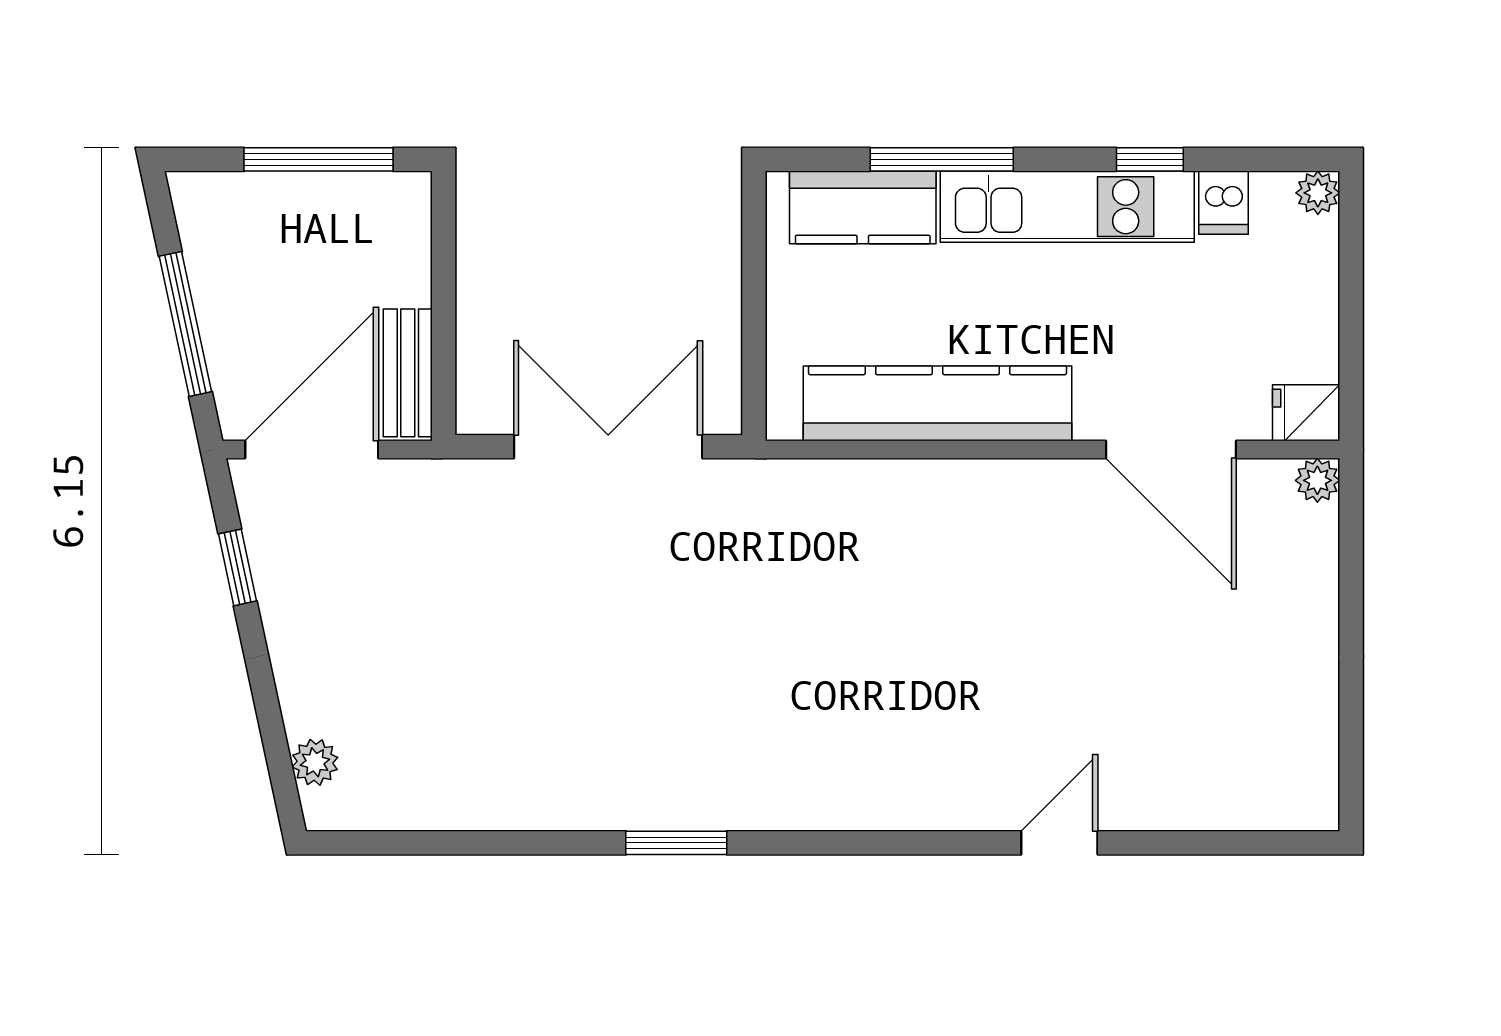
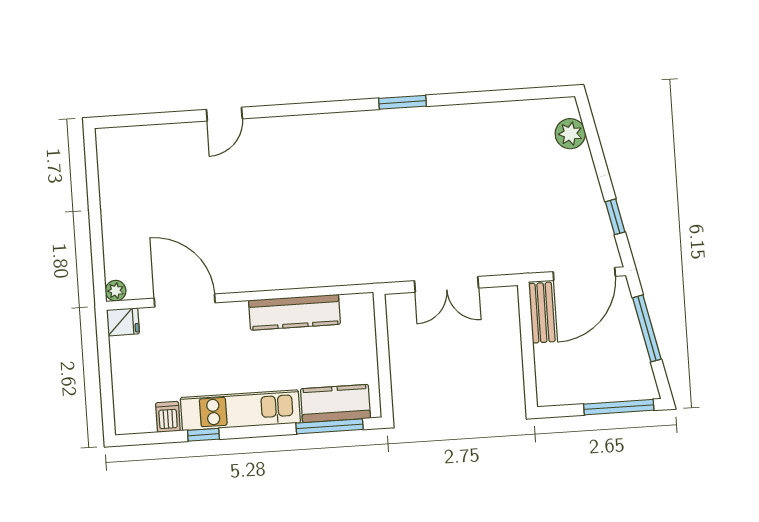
window: (318, 159) -> (619, 407), moved
window: (942, 159) -> (329, 426), moved
plant: (1318, 193) -> (124, 424), removed
kitchen counter: (937, 403) -> (294, 312), width x0.72, depth x0.86
double door: (608, 447) -> (447, 284), width x0.73
plant: (315, 762) -> (570, 134), width x1.38, depth x1.38

